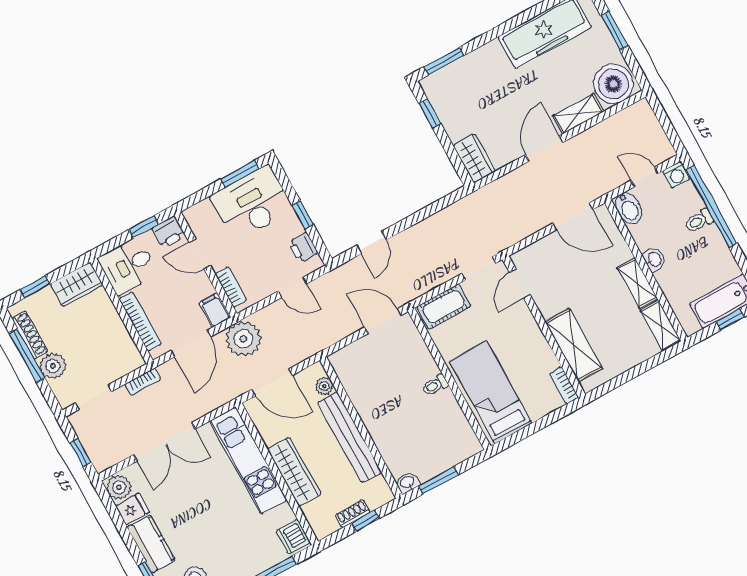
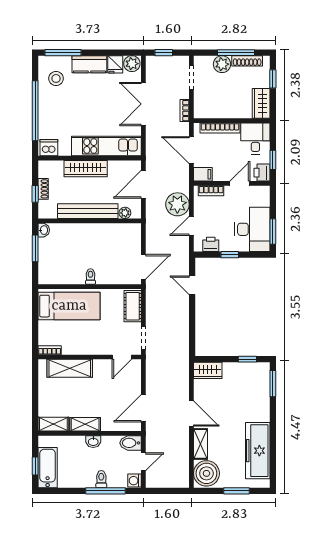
window: (712, 206) -> (105, 491), width x0.68
door: (520, 284) -> (122, 357), swing flipped
plant: (243, 339) -> (177, 204), moved

